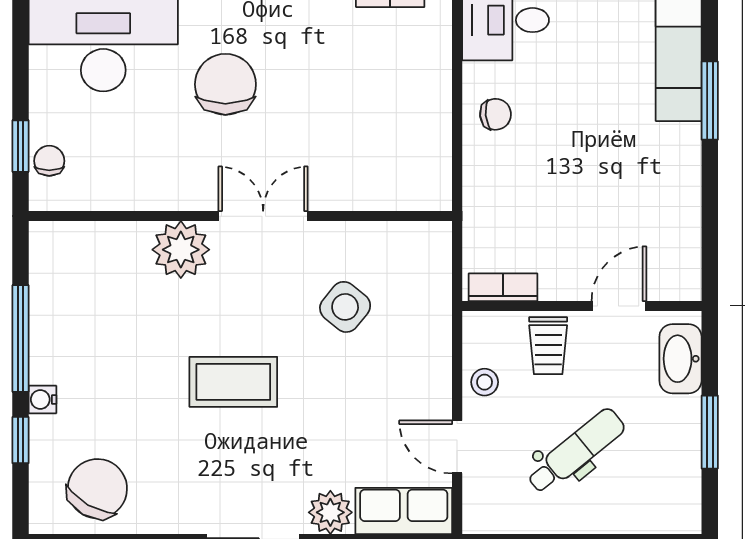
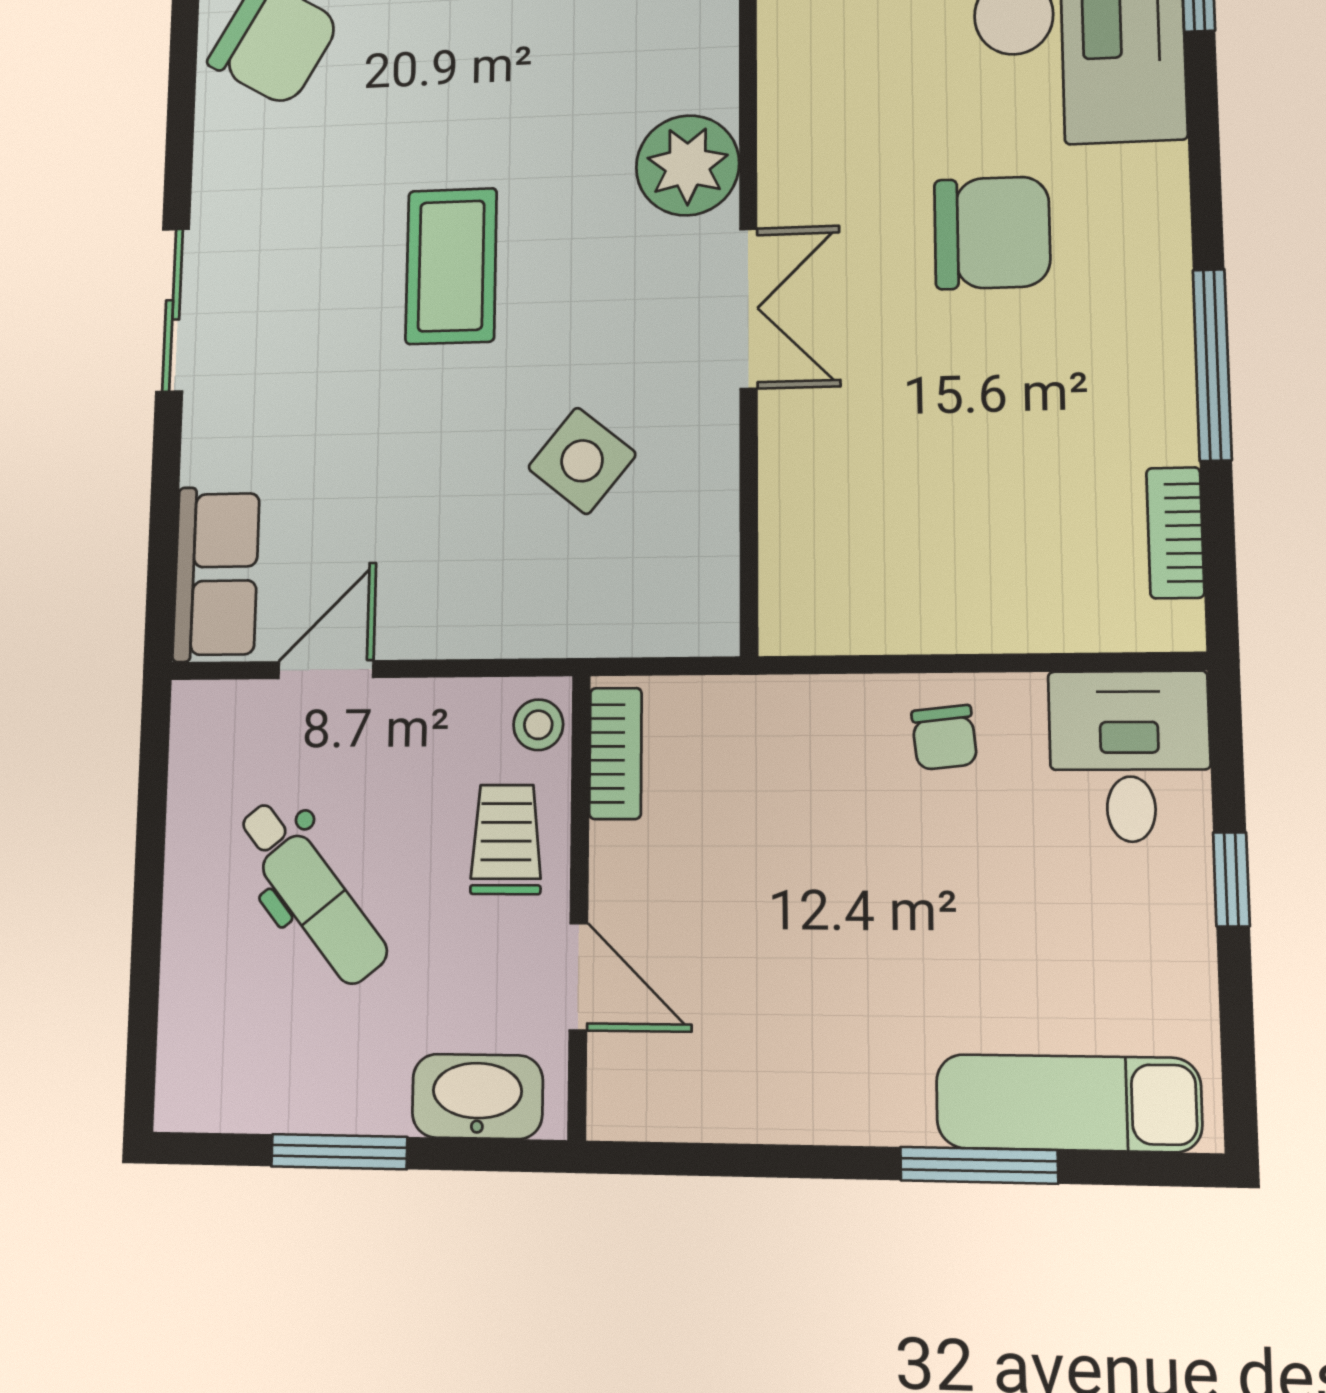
trolley: (548, 346) -> (506, 839), turned 90
stool: (485, 382) -> (538, 725), moved
plant: (330, 512) -> (219, 443), removed

